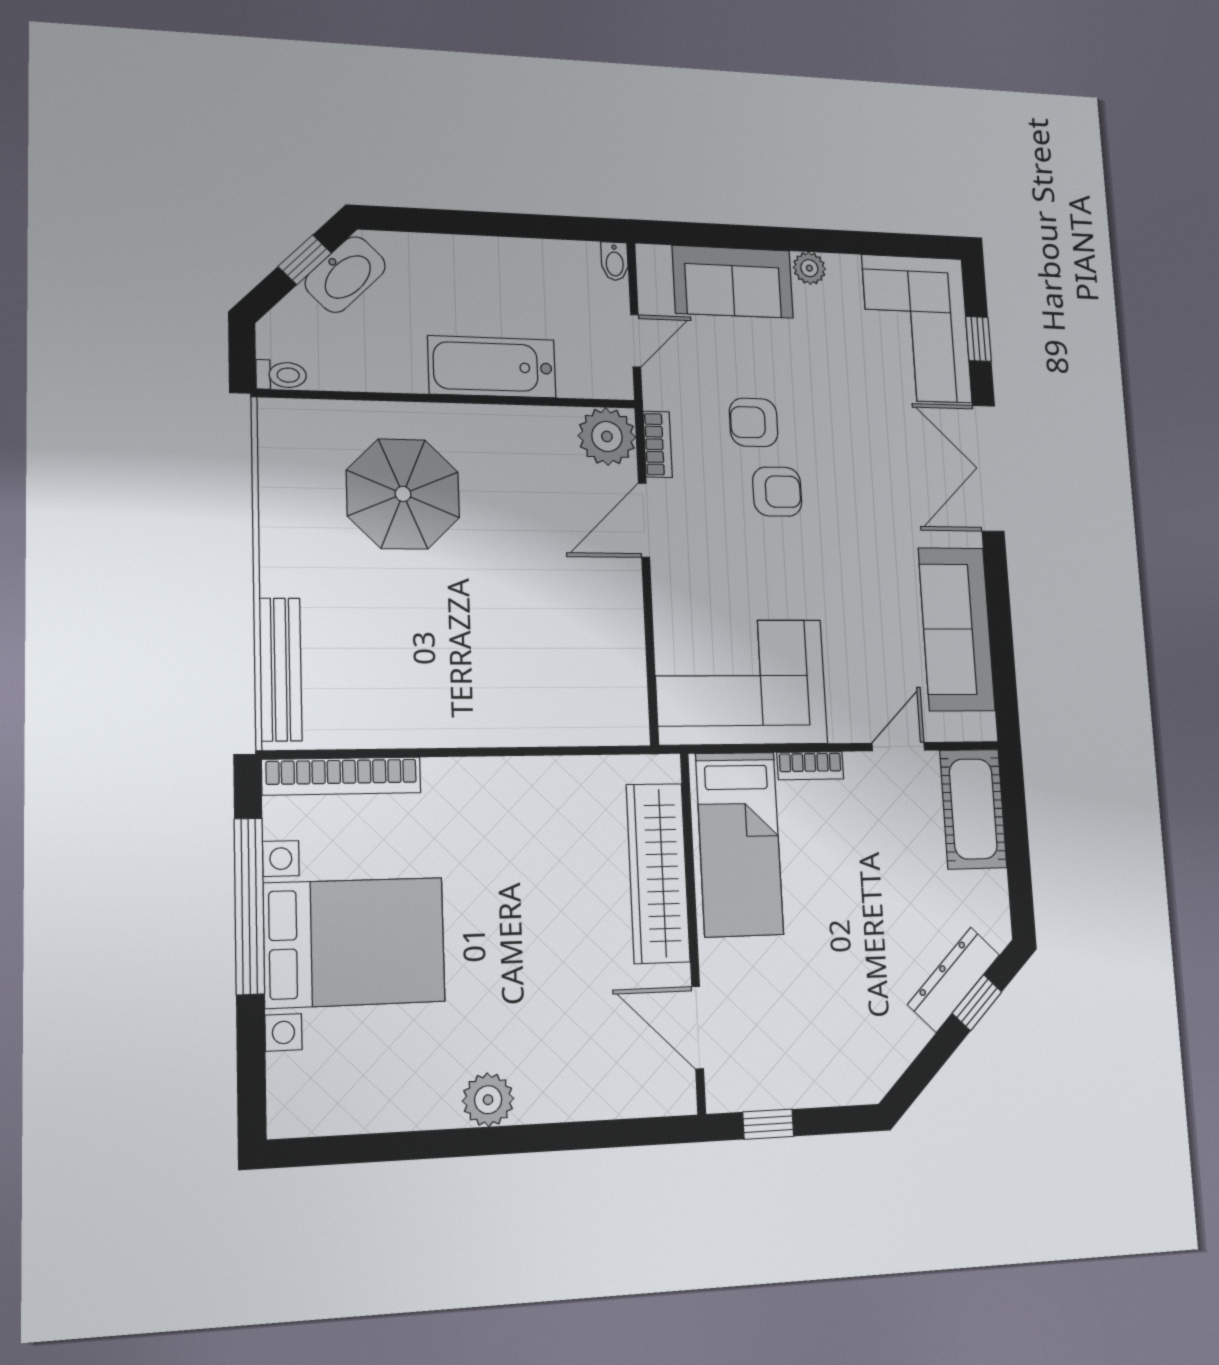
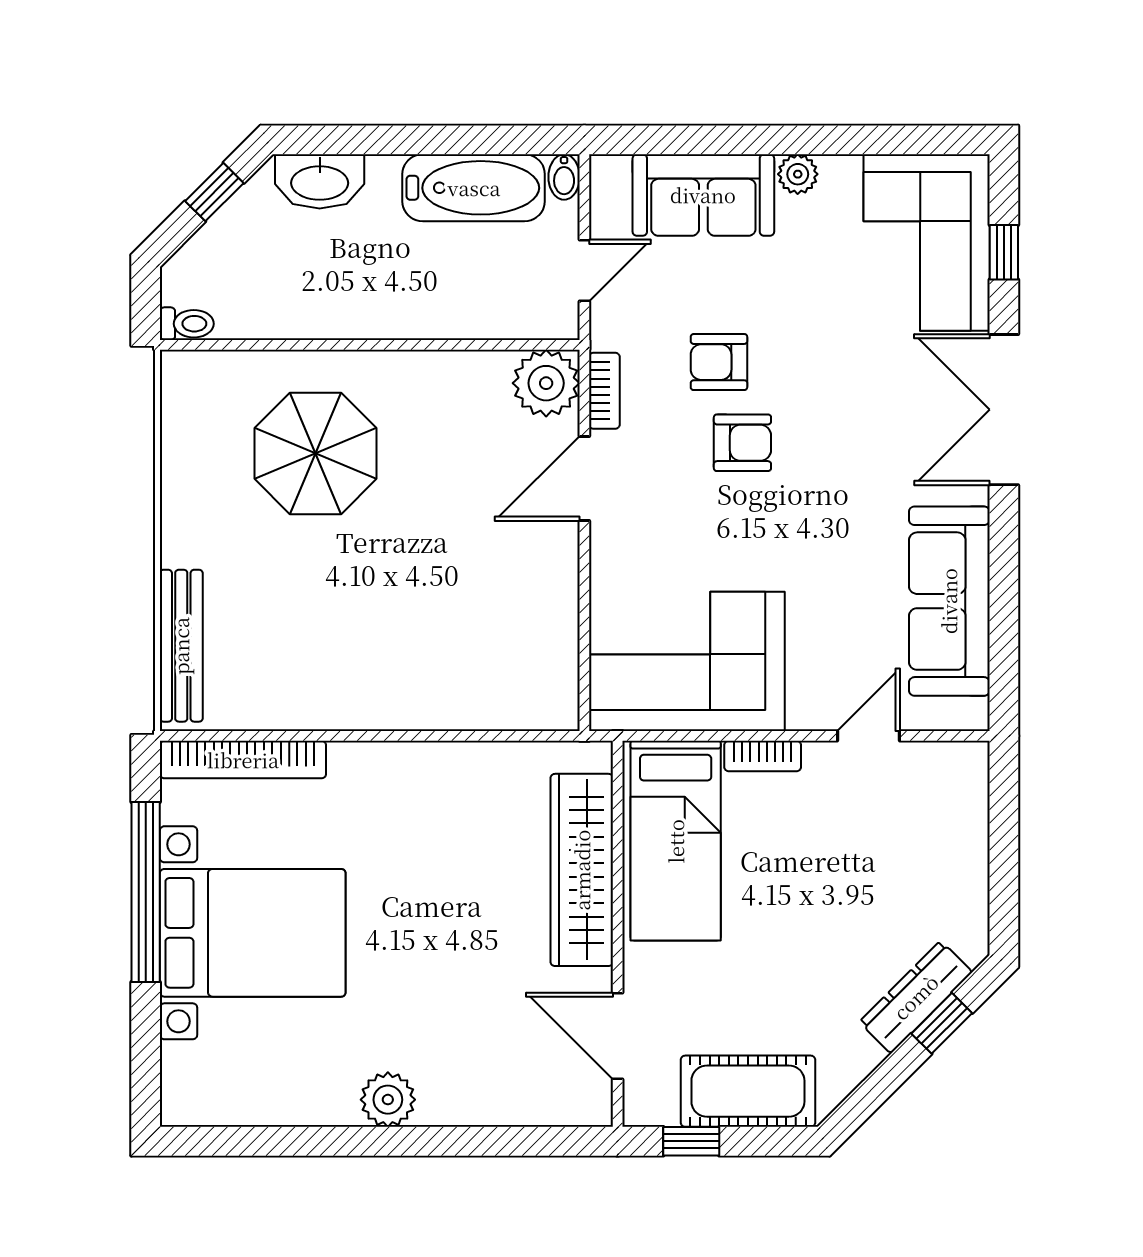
washbasin: (345, 274) -> (320, 181), moved, turned 45
bathtub: (492, 367) -> (474, 188), moved, turned 180
cot: (973, 809) -> (748, 1091), moved, turned 90

